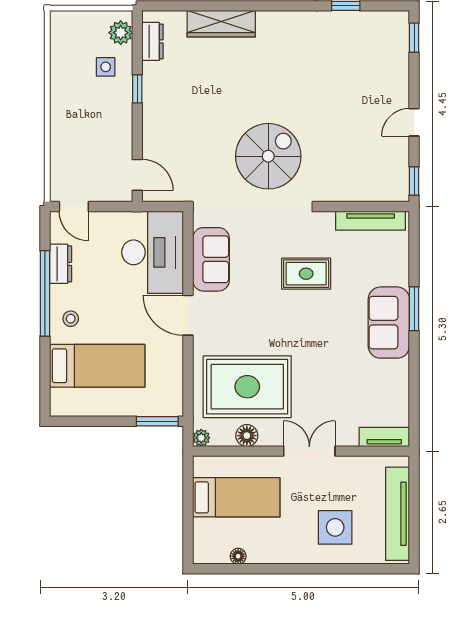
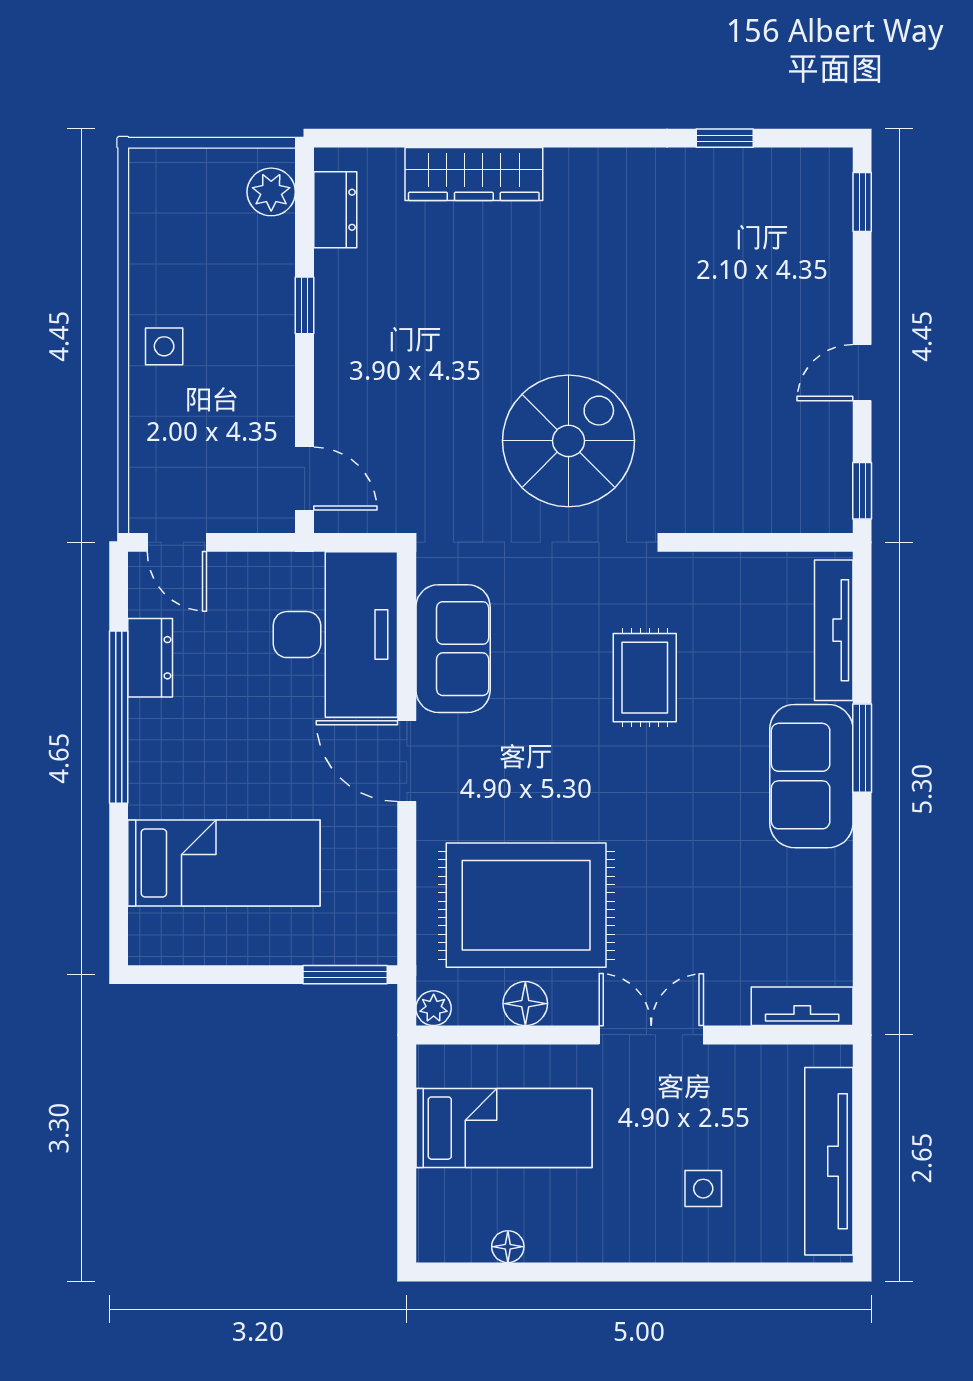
side table: (106, 67) -> (164, 346), moved
tv unit: (371, 221) -> (834, 630), moved, turned 90
rug: (306, 274) -> (645, 678), turned 90
stool: (71, 319) -> (171, 768), removed
side table: (335, 527) -> (703, 1189), width x0.54, depth x0.54

